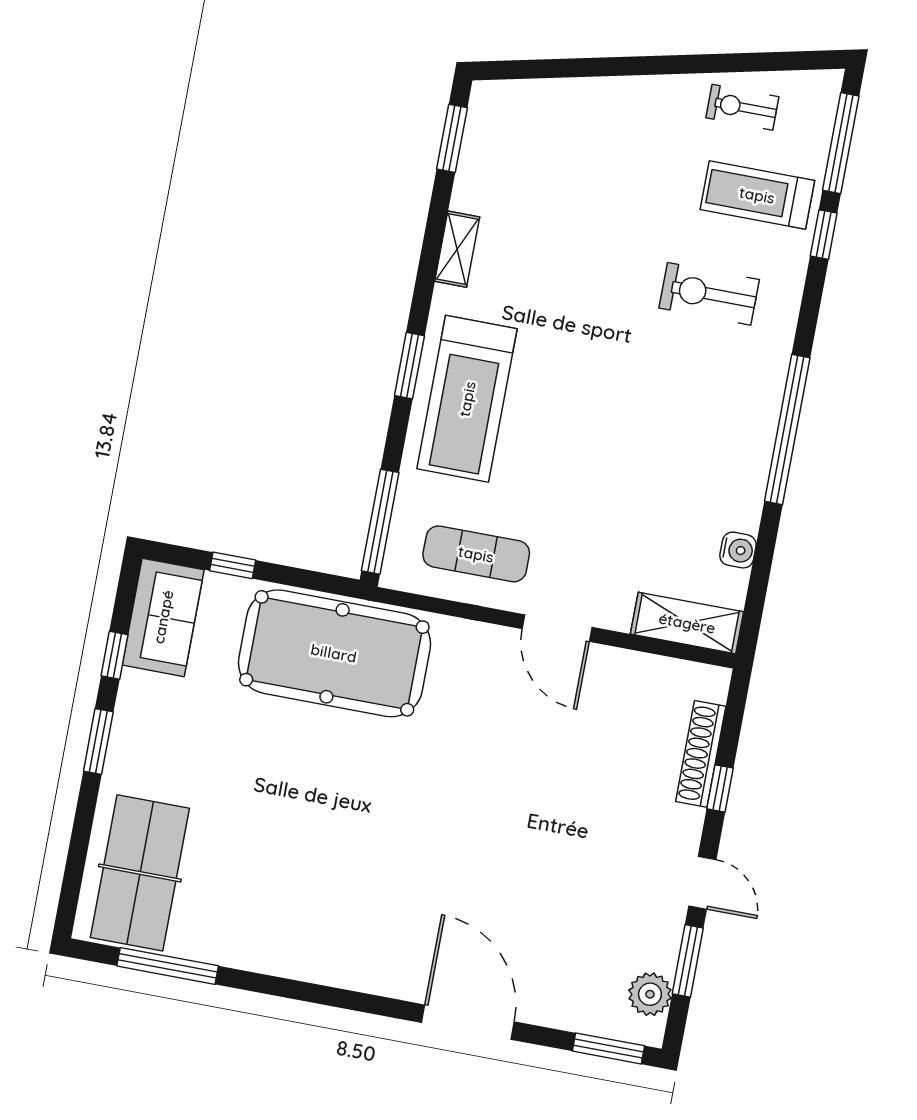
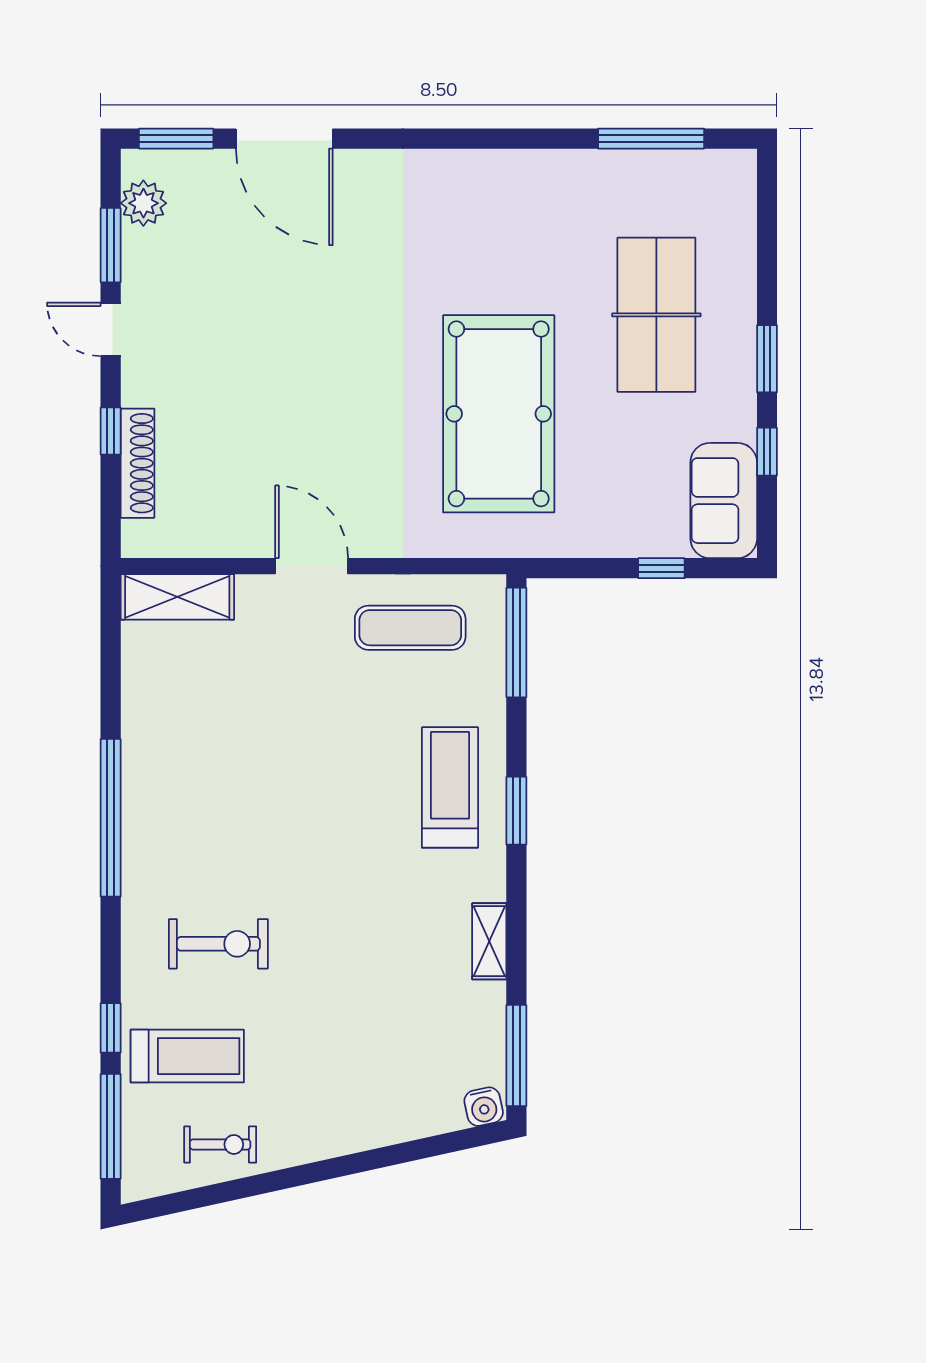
window: (452, 138) -> (516, 1055), width x1.44
treadmill: (467, 399) -> (450, 787), width x0.73, depth x0.73
water cooler: (738, 550) -> (484, 1107), moved, turned -102
pool table: (334, 653) -> (499, 414), moved, turned 90
table tennis table: (140, 873) -> (656, 315), moved
door: (468, 1022) -> (284, 139), moved

